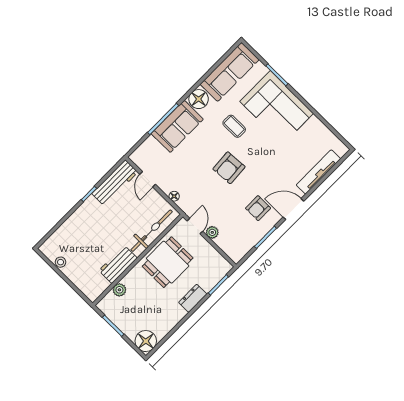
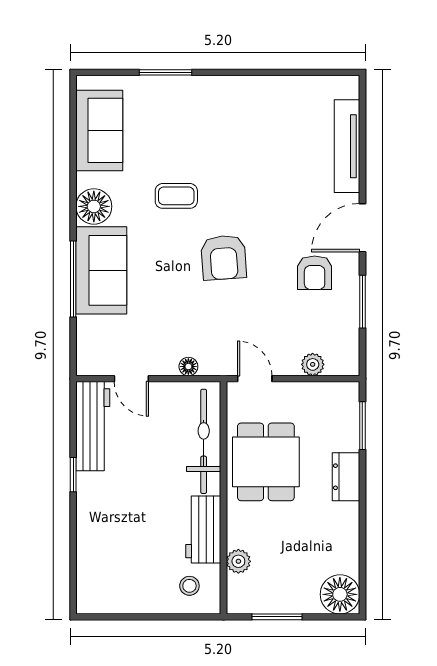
sofa: (229, 72) -> (99, 130), width x0.73
corner sofa: (277, 107) -> (208, 116), removed
plant: (212, 232) -> (313, 364), moved
stool: (61, 262) -> (189, 586), moved

